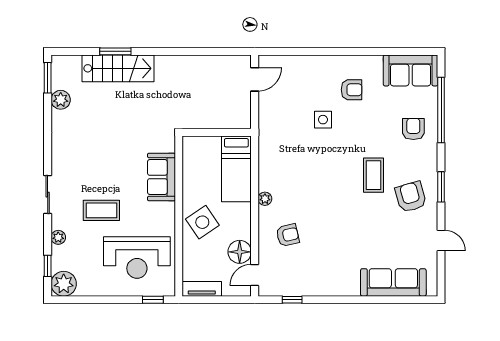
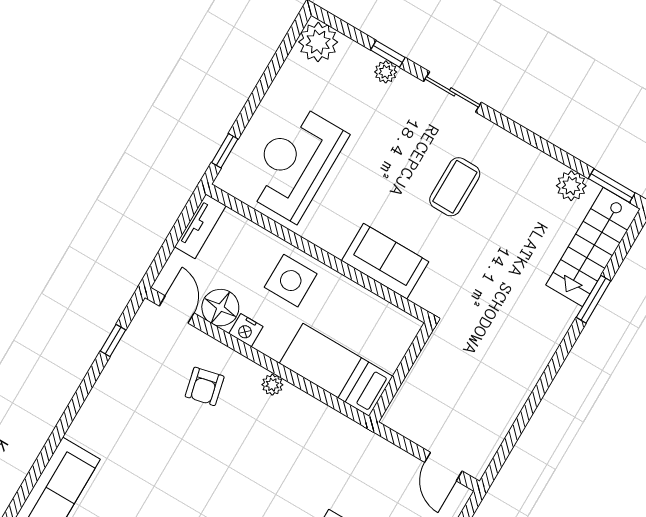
stairs: (118, 68) -> (593, 247), moved
coffee table: (101, 210) -> (455, 187), moved
side table: (202, 222) -> (291, 281), turned 34
nightstand: (244, 231) -> (246, 330), added
window: (48, 266) -> (388, 54), moved

